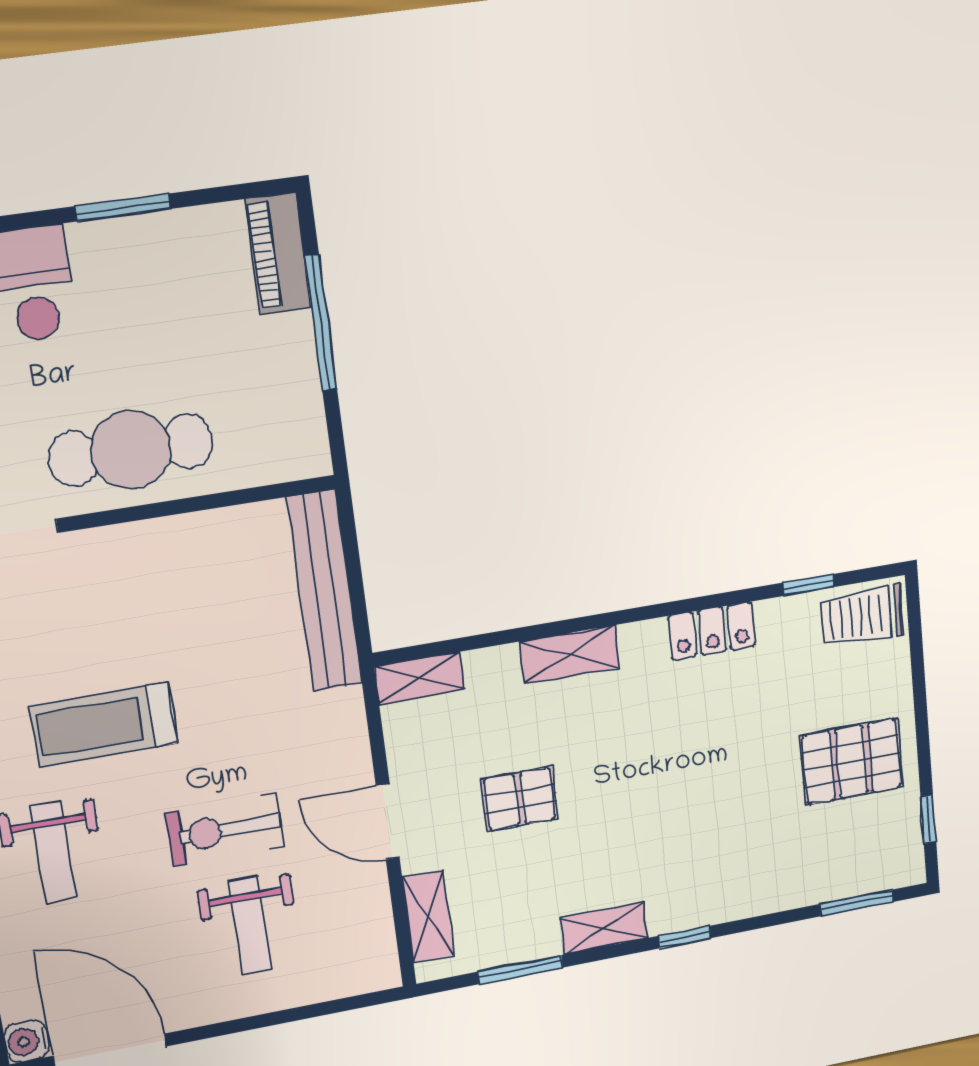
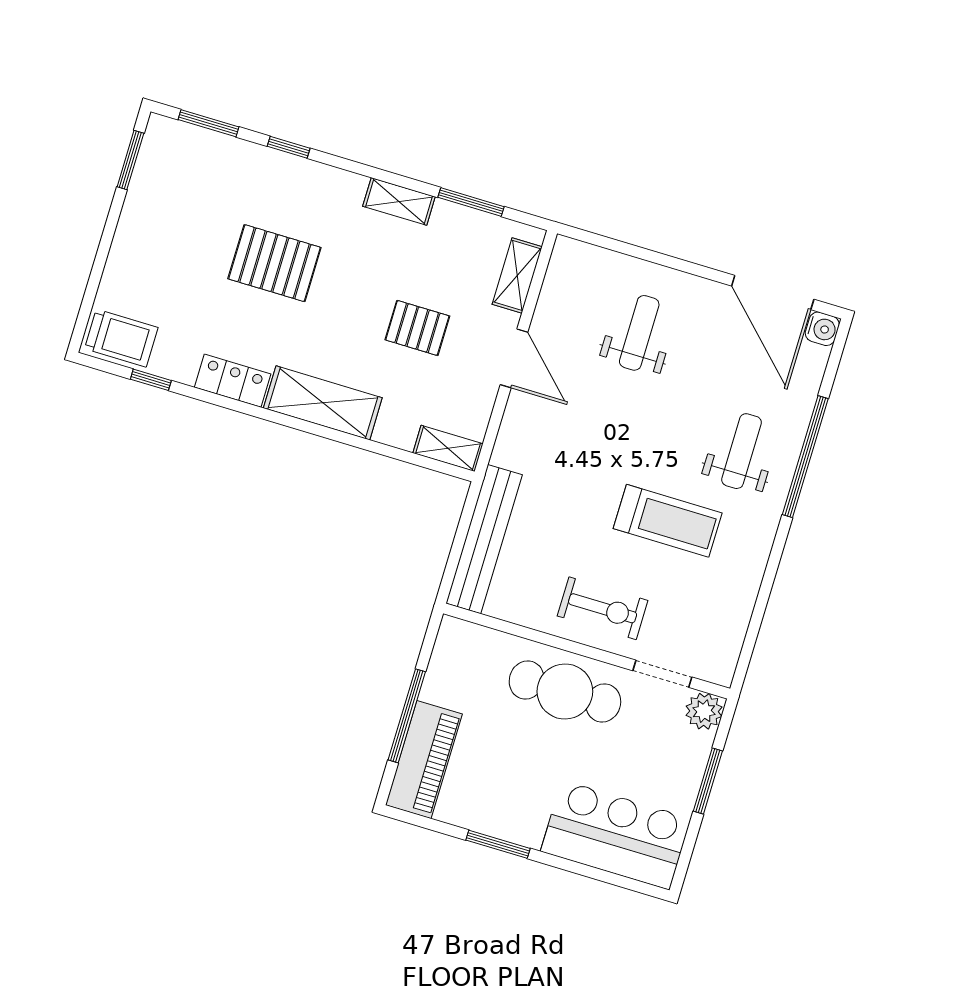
piano: (278, 254) -> (424, 760), width x1.37, depth x1.33
shelving: (570, 655) -> (323, 403), width x1.50, depth x1.33
pallet: (851, 762) -> (274, 263), moved
window: (928, 819) -> (130, 160), width x1.50
exercise bike: (225, 830) -> (603, 608), moved
window: (685, 937) -> (289, 147), moved

